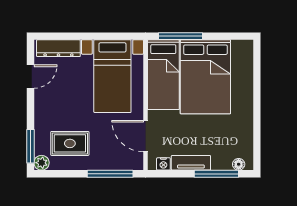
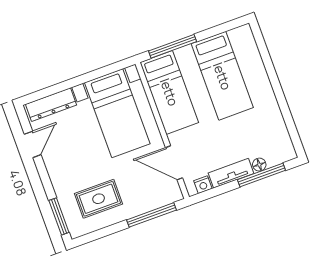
bed: (205, 77) -> (222, 76), width x0.67
plant: (42, 163) -> (77, 229), removed
floor lamp: (239, 164) -> (259, 165), moved

